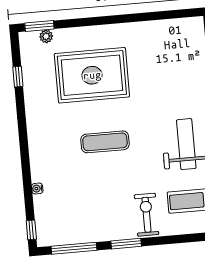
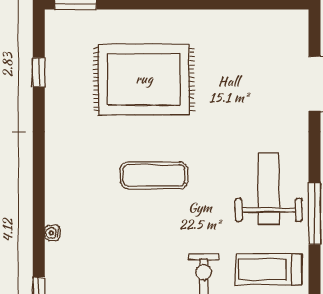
plant: (46, 36) -> (84, 19), removed

